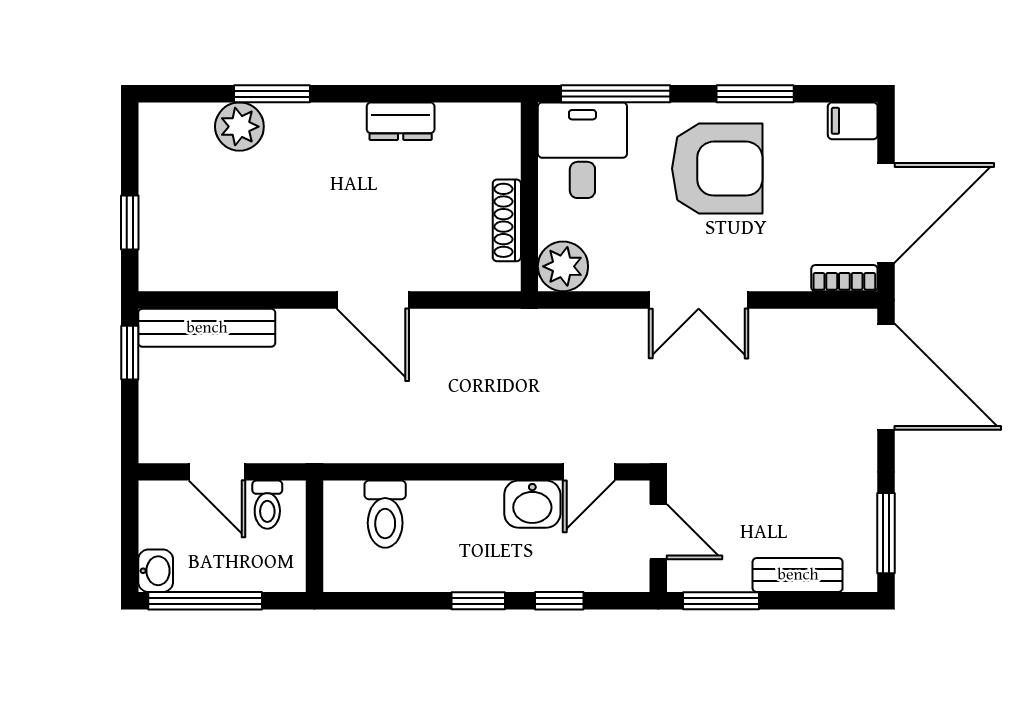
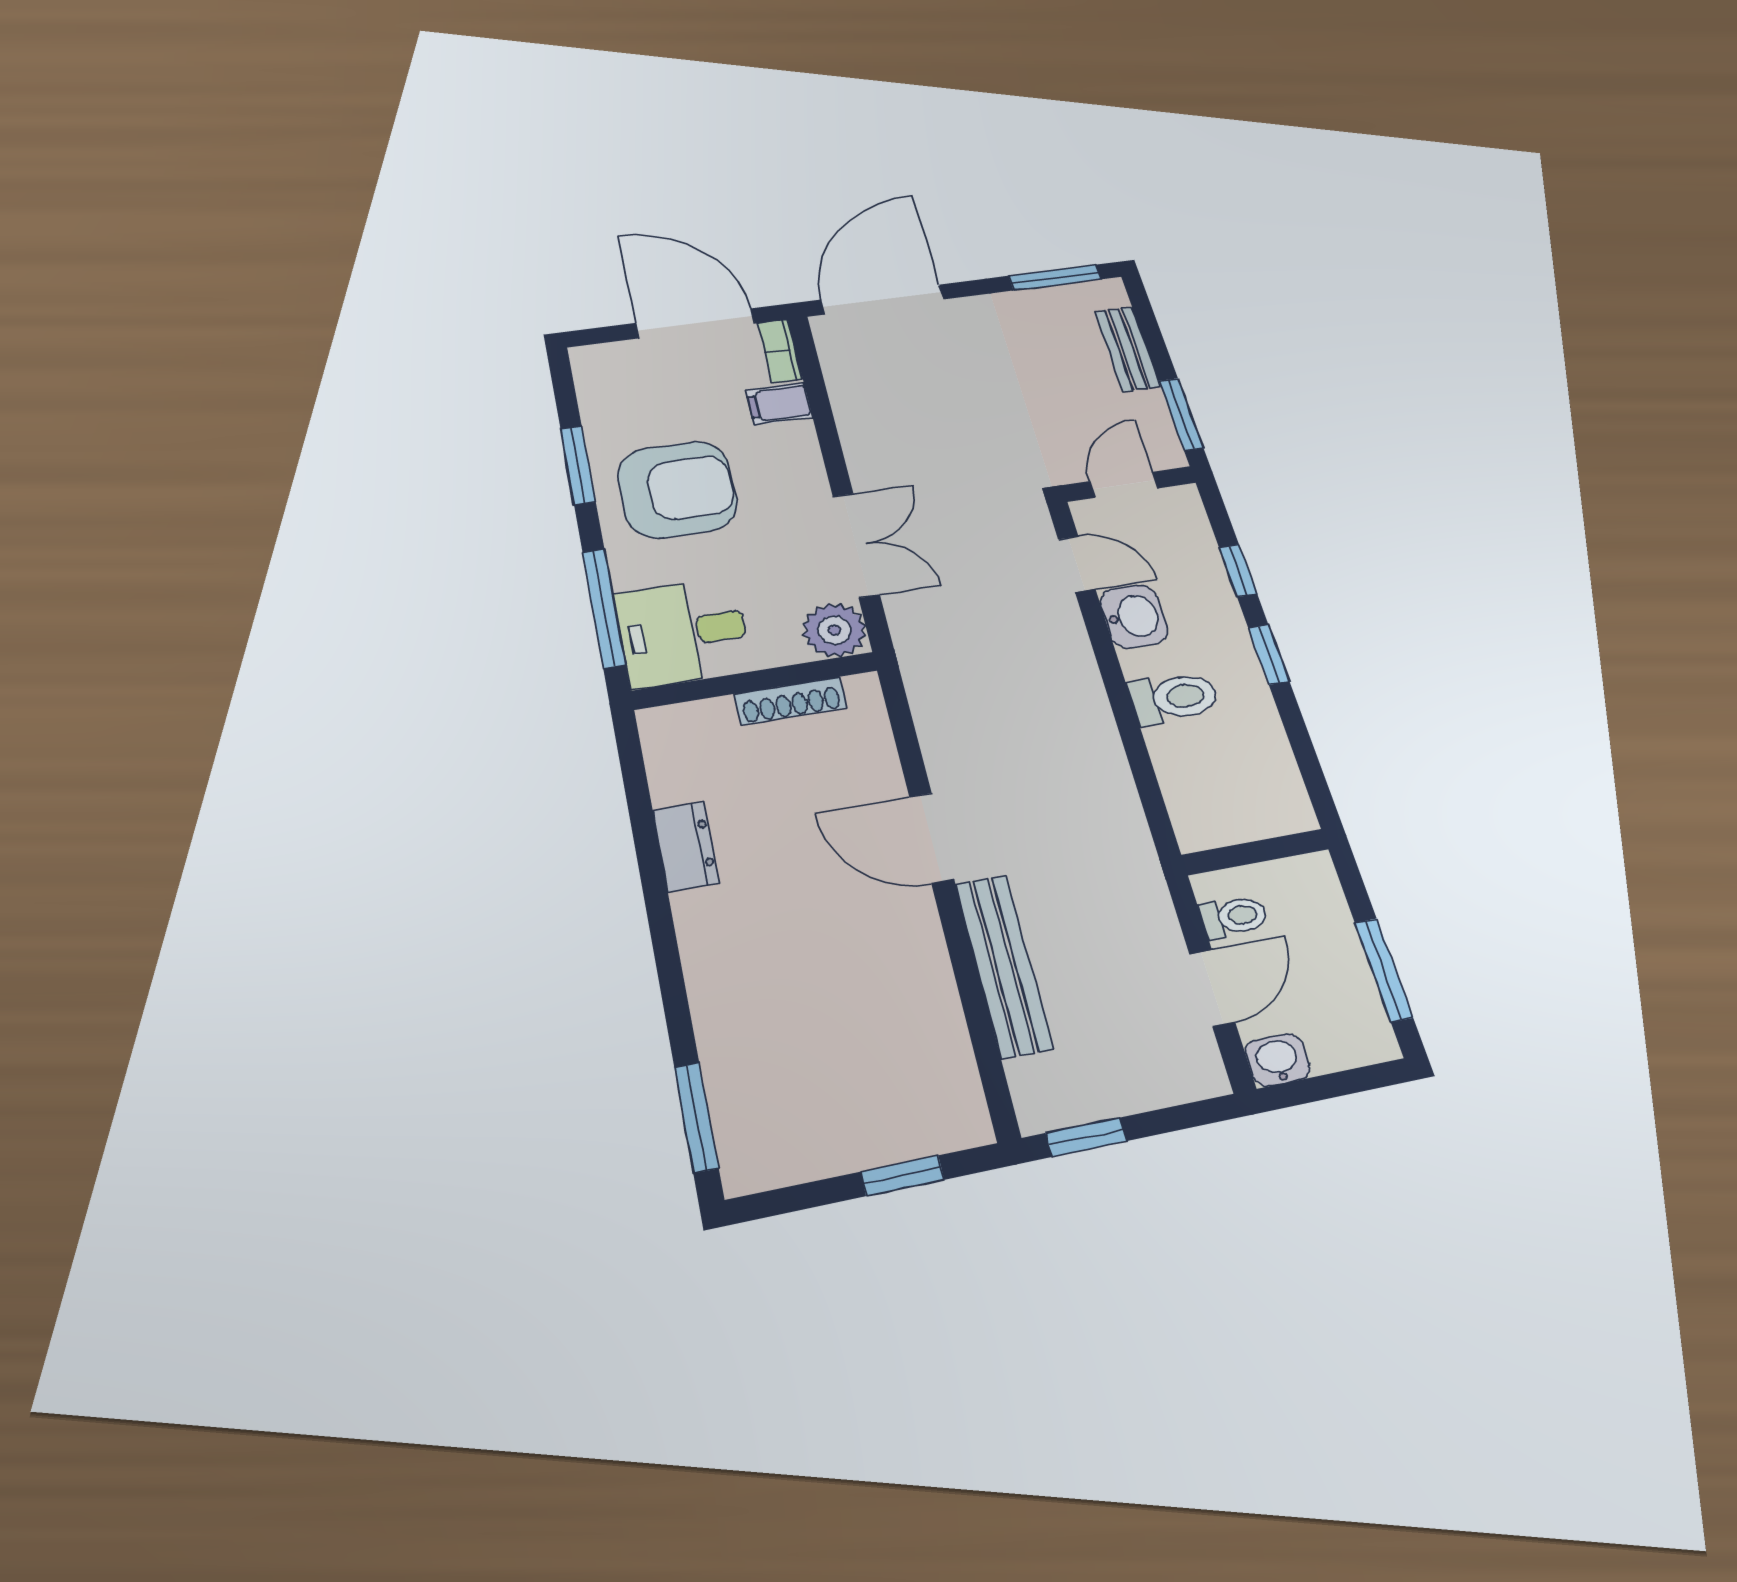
window: (272, 94) -> (696, 1117), moved
filing cabinet: (853, 121) -> (779, 404), moved, turned 90
plant: (239, 127) -> (733, 1051), removed
armchair: (717, 169) -> (677, 490), turned 90
door: (373, 300) -> (931, 838), swing flipped
double door: (699, 300) -> (856, 545), moved
bench: (207, 328) -> (1003, 965), moved
toilet: (385, 514) -> (1174, 698), moved
washbasin: (156, 571) -> (1278, 1060), moved
window: (205, 601) -> (1384, 970), width x0.69

